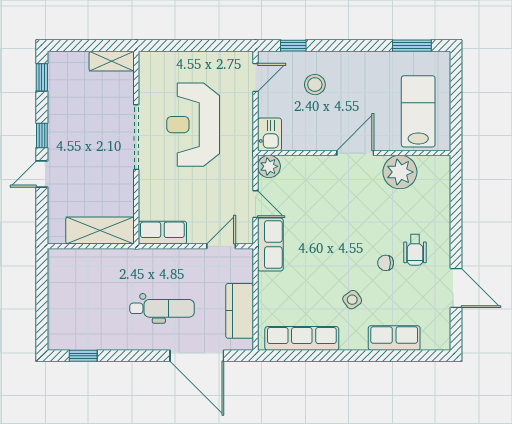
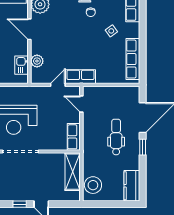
kitchen sink: (270, 134) -> (22, 65), moved, turned -90
plant: (269, 166) -> (37, 61), moved
stool: (76, 267) -> (93, 185), added
kitchen counter: (240, 311) -> (132, 186), moved, turned 90
window: (83, 356) -> (143, 147), moved

